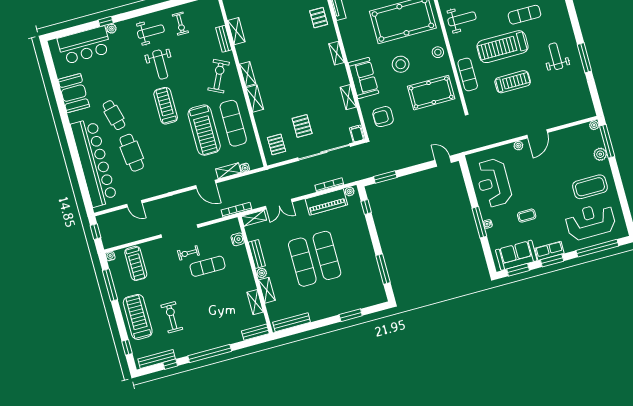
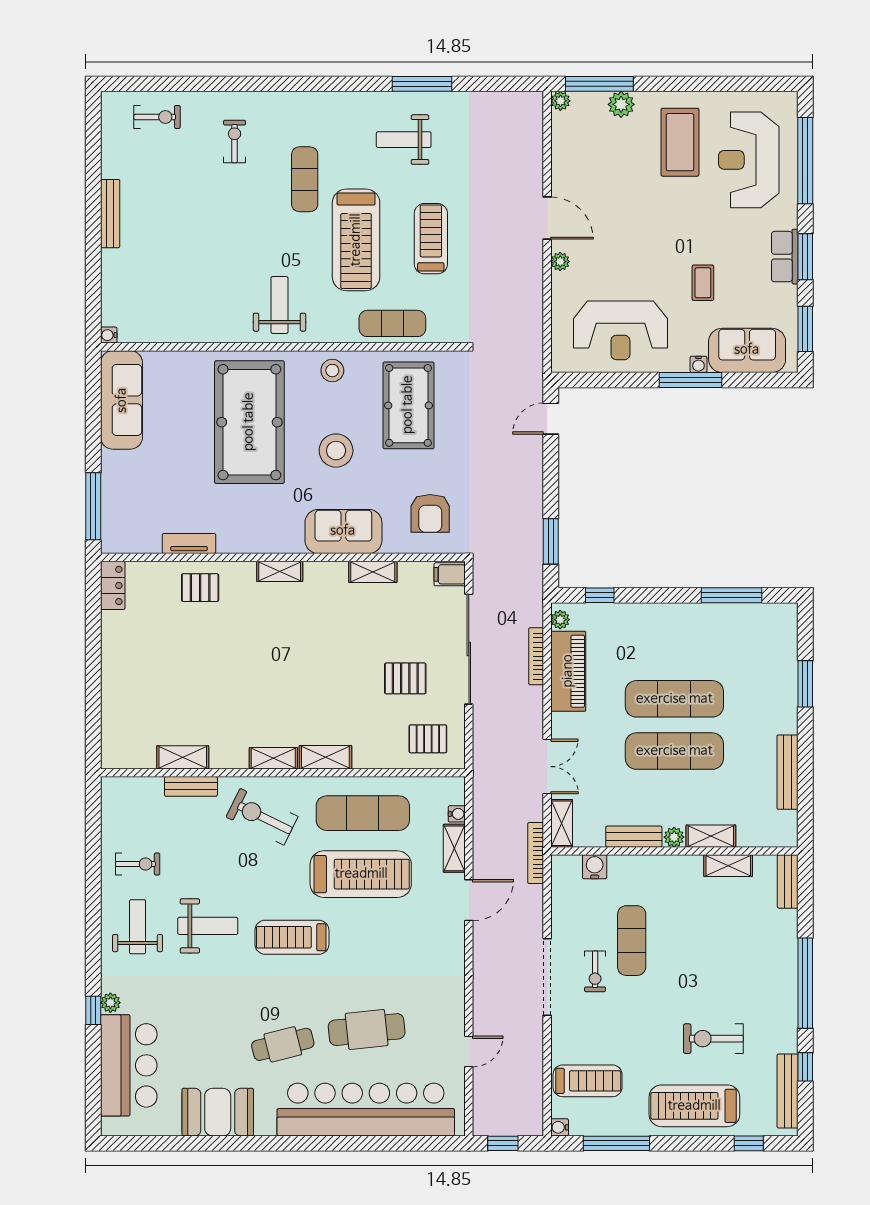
sofa: (516, 255) -> (747, 350), moved, turned 90
bench: (292, 322) -> (787, 772), moved

